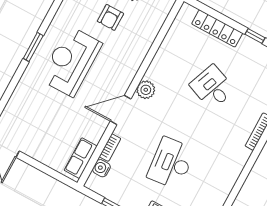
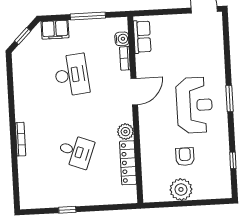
locker: (217, 28) -> (128, 163), moved, turned -90
plant: (146, 90) -> (125, 132), moved

